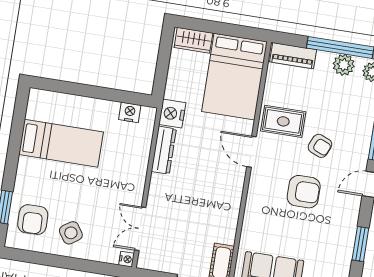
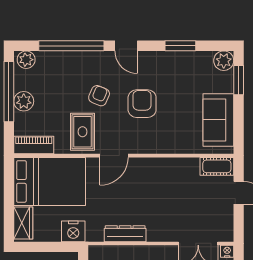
piano: (293, 56) -> (34, 145), moved, turned -90
plant: (344, 65) -> (24, 101), moved
nightstand: (172, 114) -> (73, 231), moved

